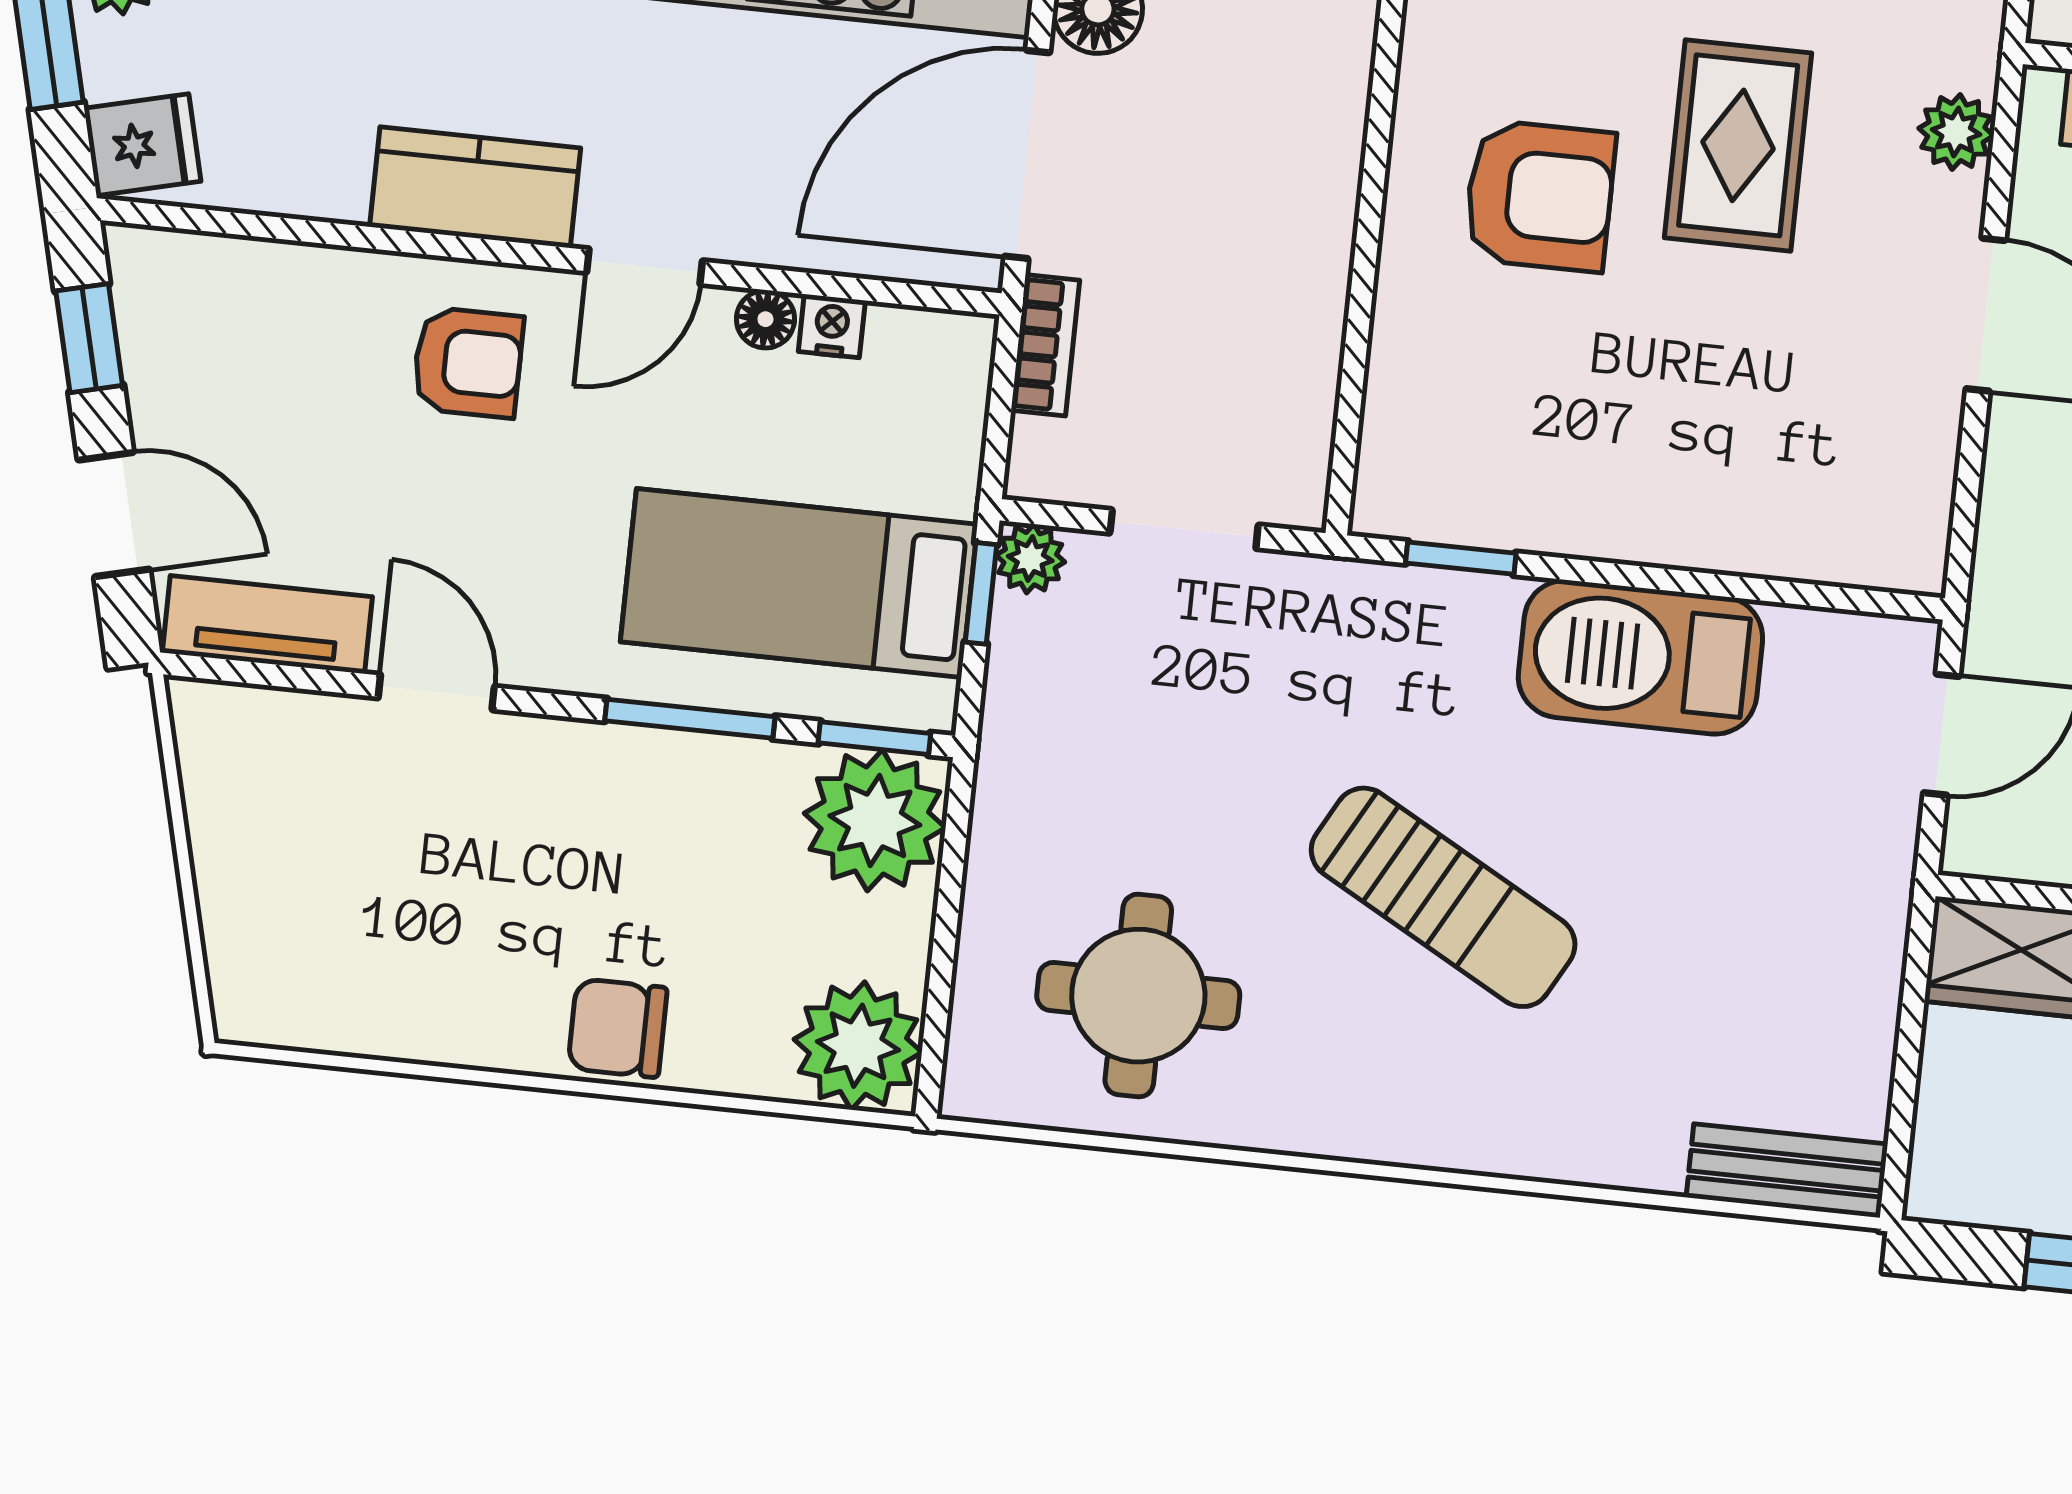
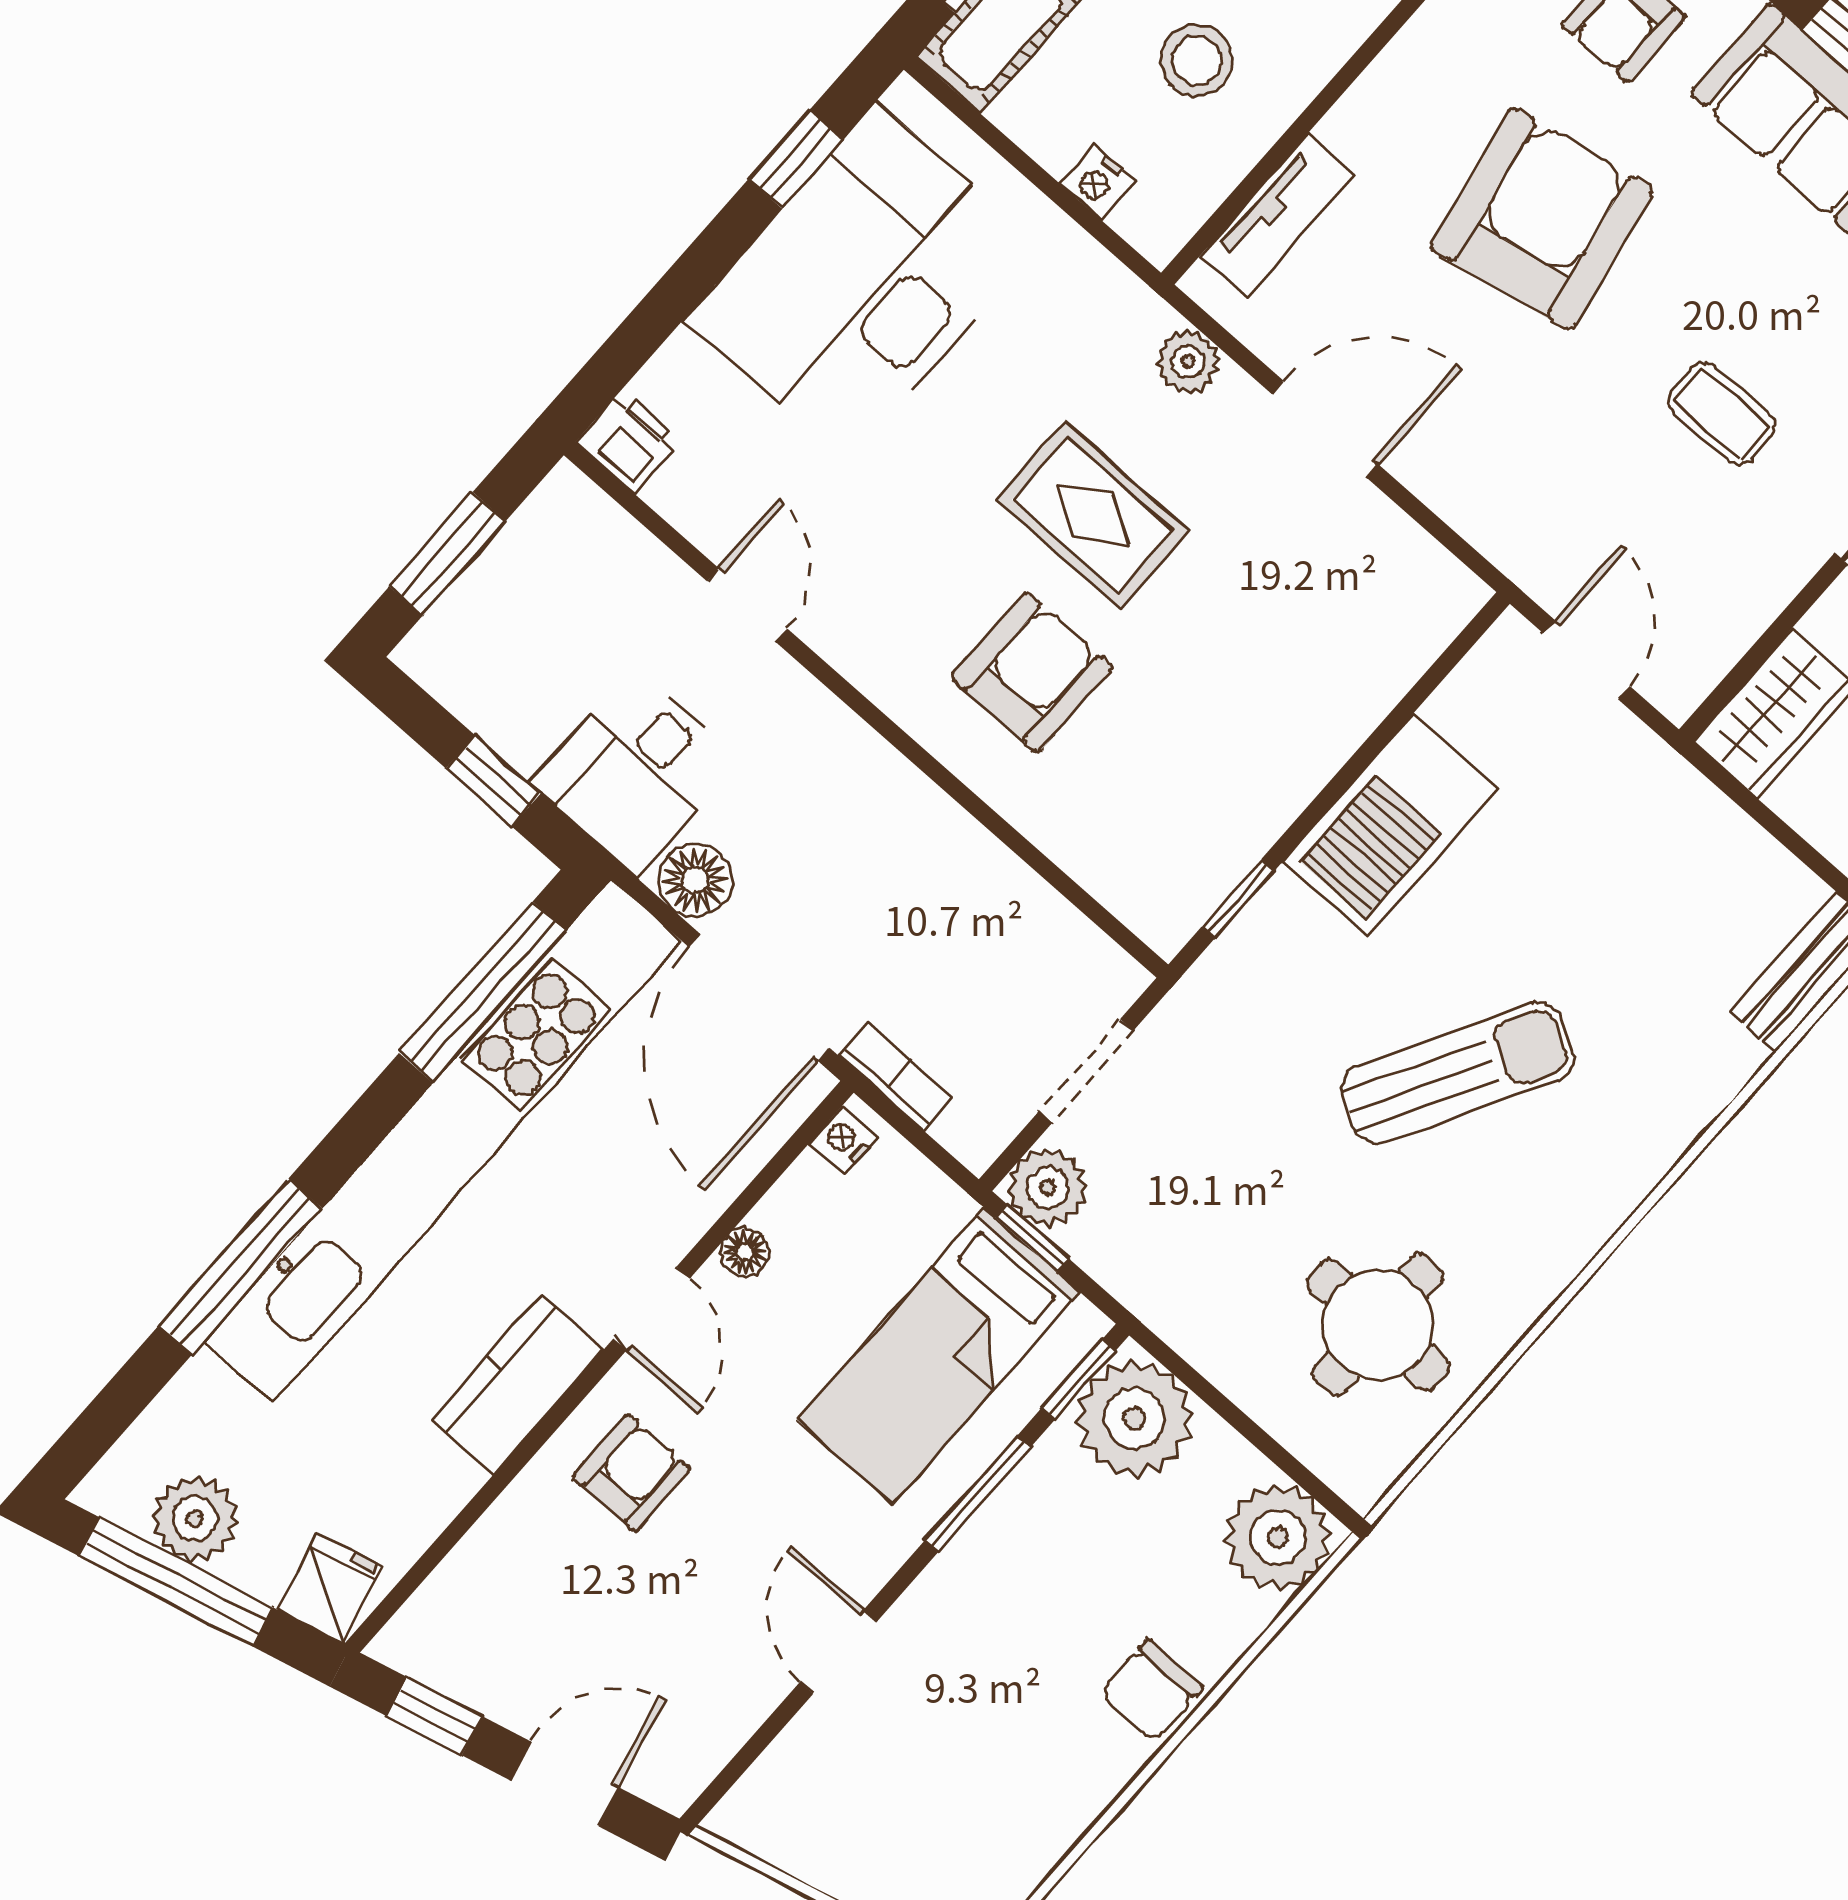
nightstand: (832, 326) -> (844, 1140), moved
plant: (1030, 559) -> (1048, 1188), width x1.38, depth x1.38
tv unit: (267, 625) -> (712, 1733), removed
door: (436, 692) -> (838, 1652), hinge flipped

